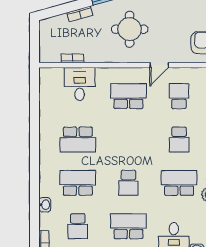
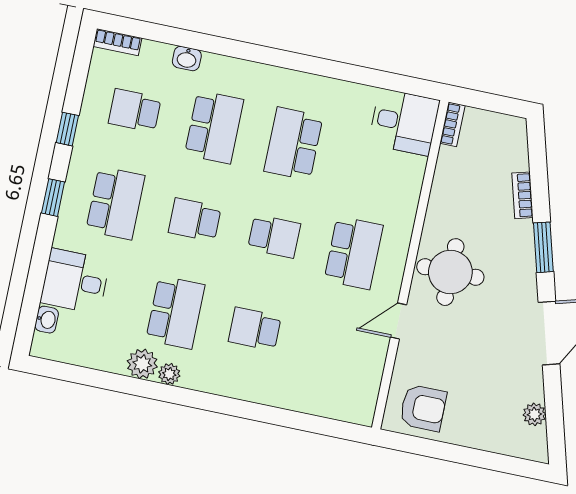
round table: (130, 29) -> (450, 272), moved
bookcase: (72, 58) -> (452, 124), moved
door: (159, 65) -> (399, 321), hinge flipped
desk: (80, 84) -> (404, 122), moved
school desk: (179, 96) -> (274, 236), moved

